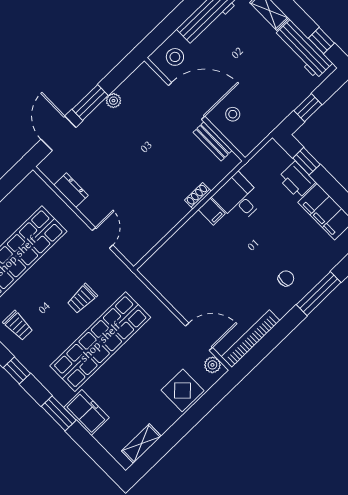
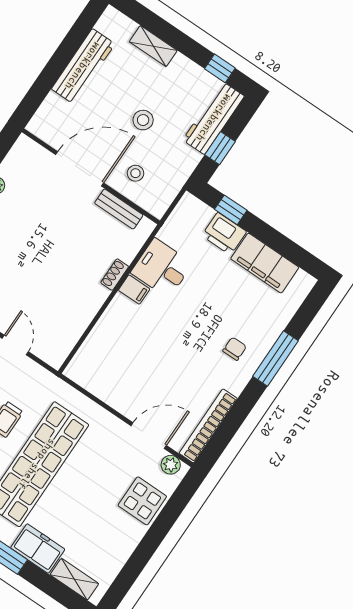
workbench: (303, 49) -> (214, 118), moved, turned 90
stool: (175, 57) -> (143, 120), moved
shelving: (141, 444) -> (74, 579), moved, turned 90

